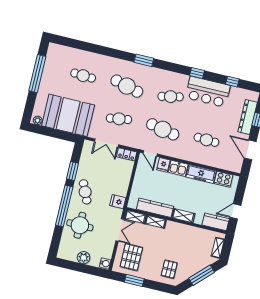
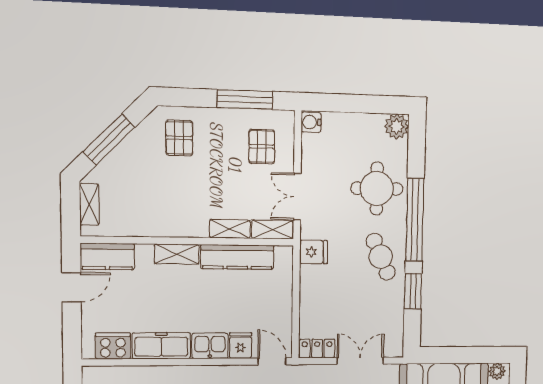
pallet: (131, 257) -> (262, 147), width x0.67, depth x0.71
plant: (84, 258) -> (397, 126), moved
window: (134, 280) -> (245, 100), width x1.44

